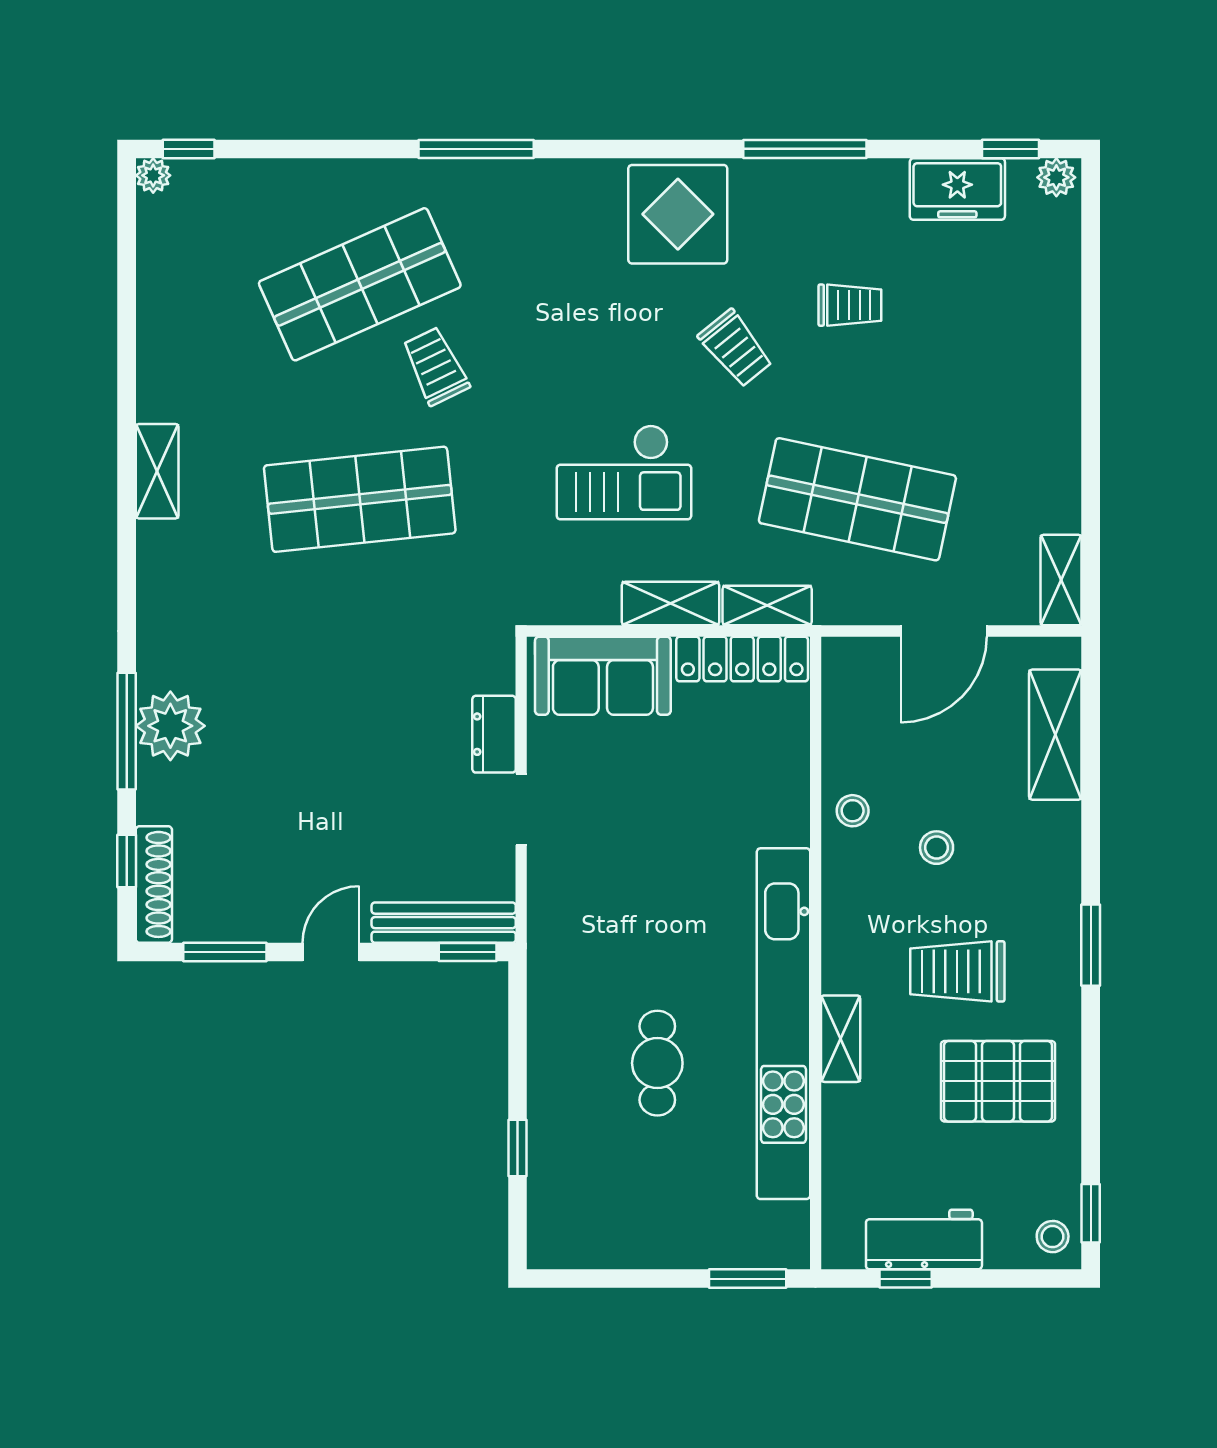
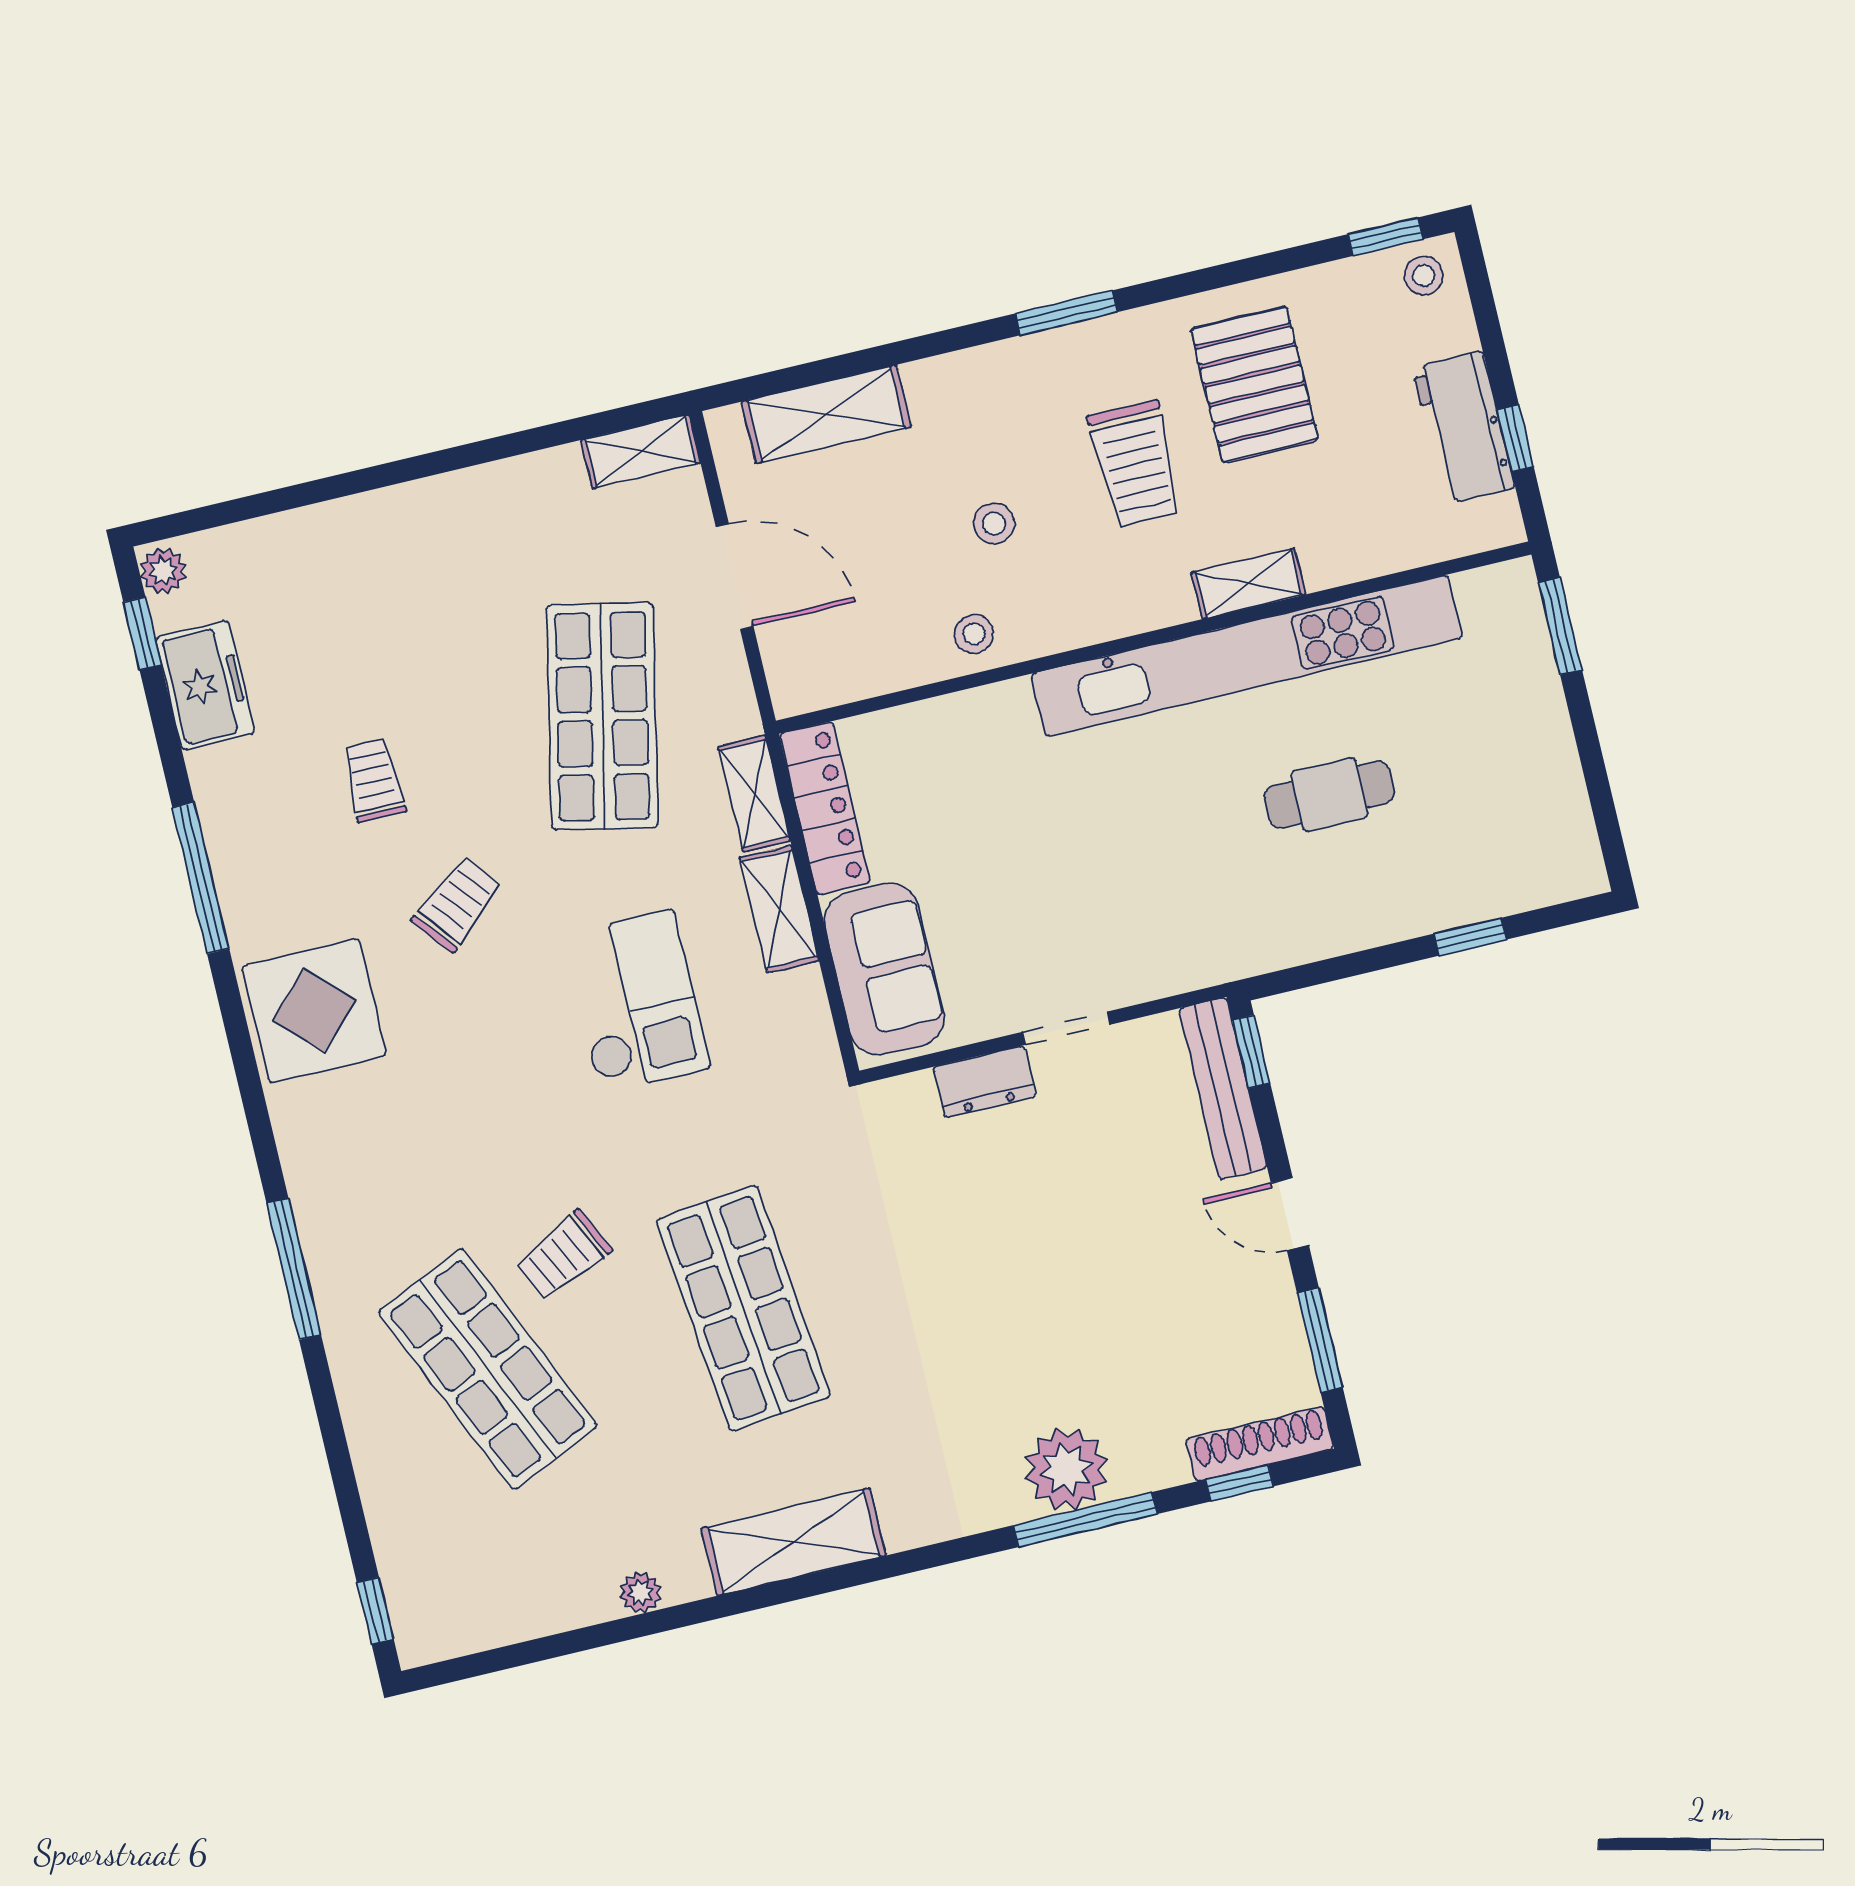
plant: (153, 175) -> (641, 1592), moved
shelving: (157, 471) -> (794, 1542), width x1.50, depth x1.33

